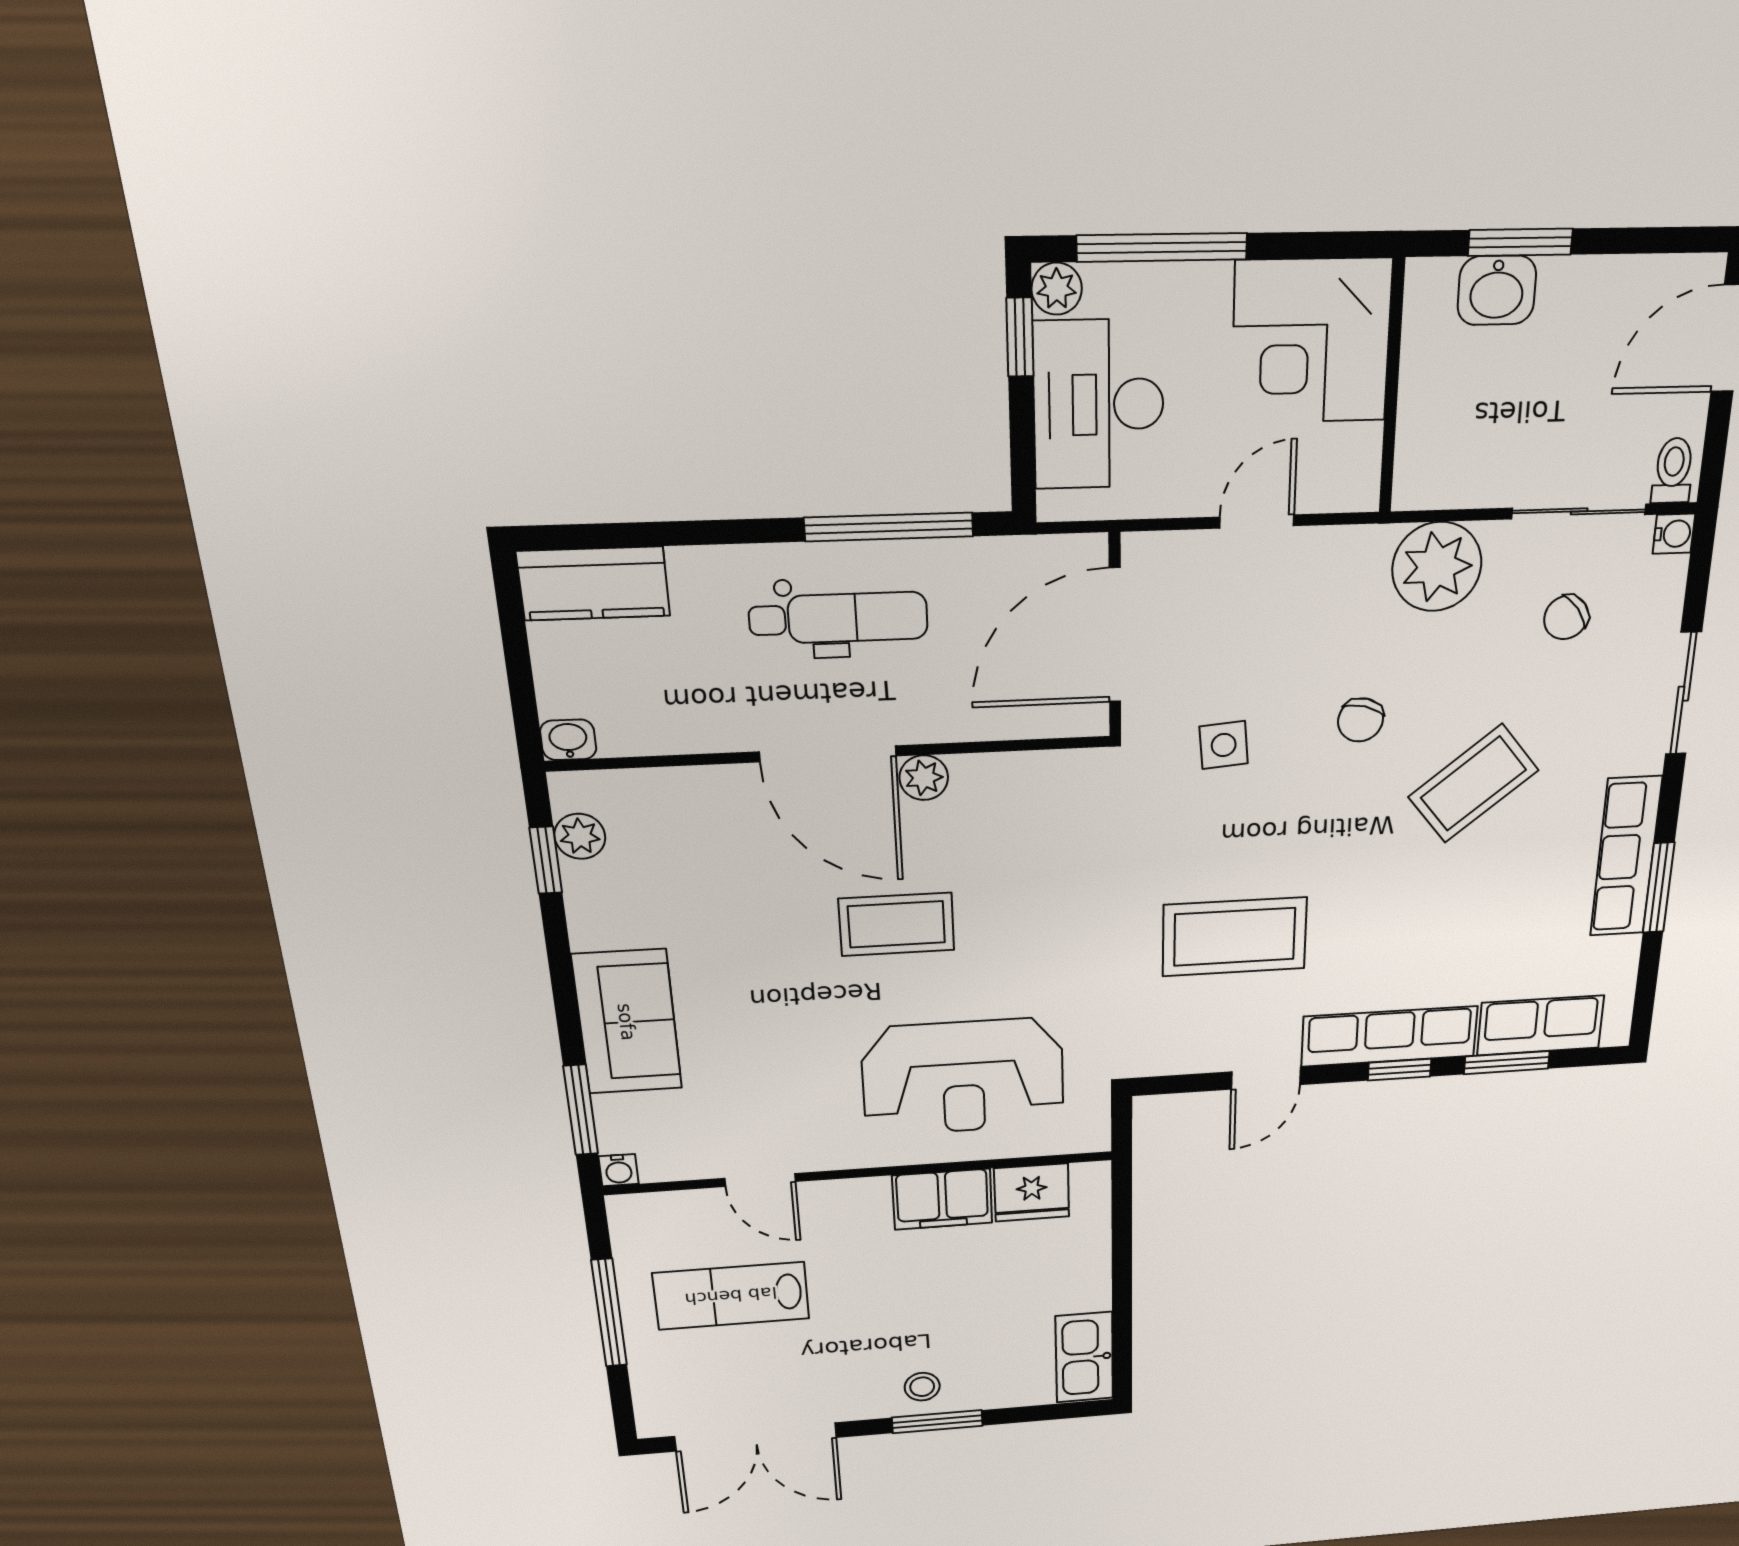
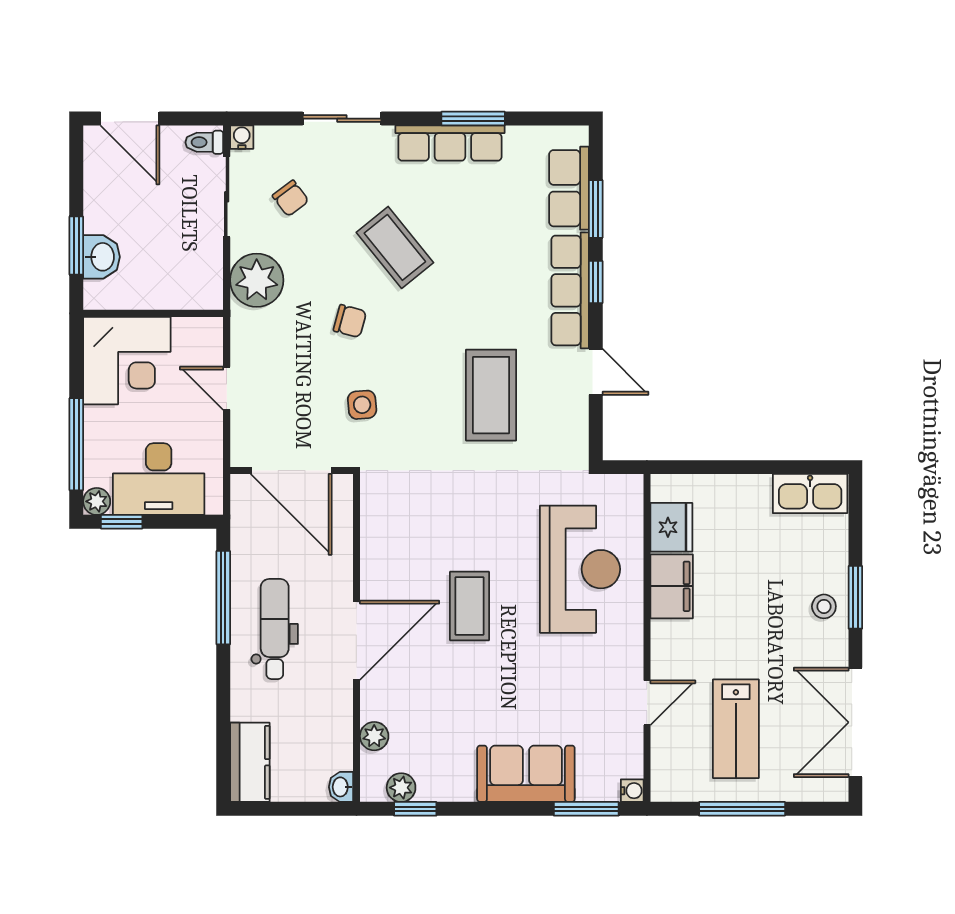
plant: (924, 778) -> (374, 736), moved
double door: (756, 1437) -> (855, 722), swing flipped

